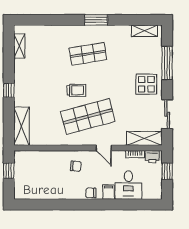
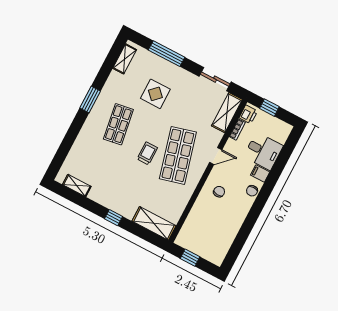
display table: (146, 84) -> (155, 94), moved

